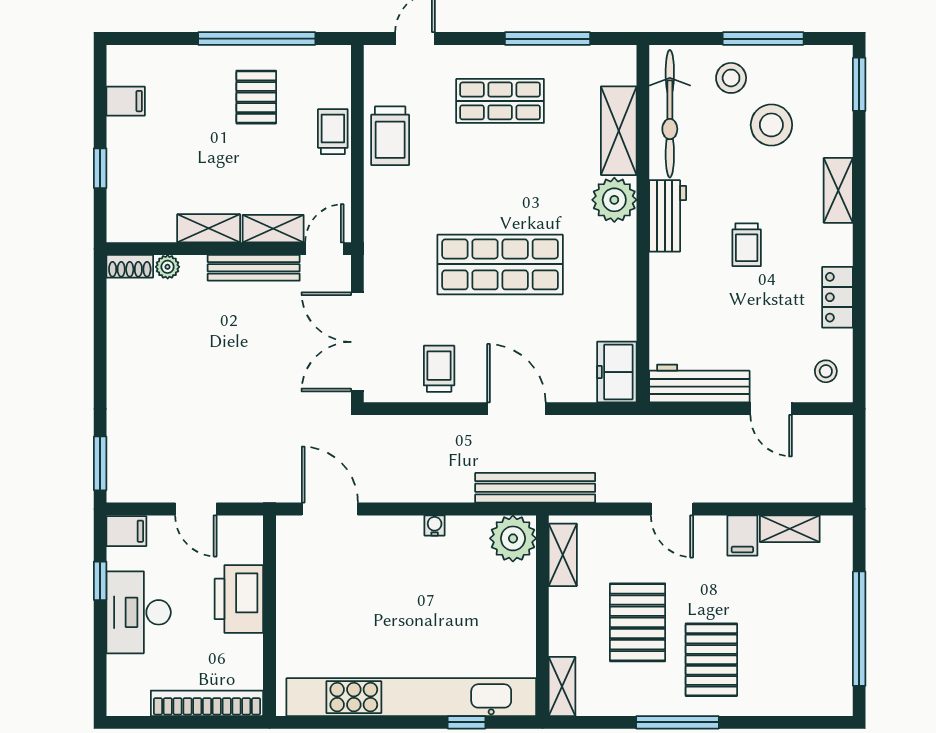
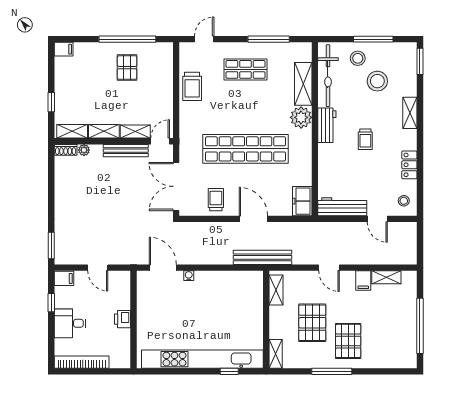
filing cabinet: (126, 101) -> (64, 49), moved
trolley: (333, 132) -> (164, 84), removed
shelving: (143, 228) -> (72, 131), added
shop shelf: (500, 264) -> (246, 149), width x1.40
water cooler: (435, 525) -> (189, 276), moved
plant: (513, 538) -> (252, 282), removed
printer: (239, 599) -> (122, 319), width x0.53, depth x0.68
desk: (139, 612) -> (70, 323), width x0.73
bookcase: (207, 703) -> (82, 362), moved

